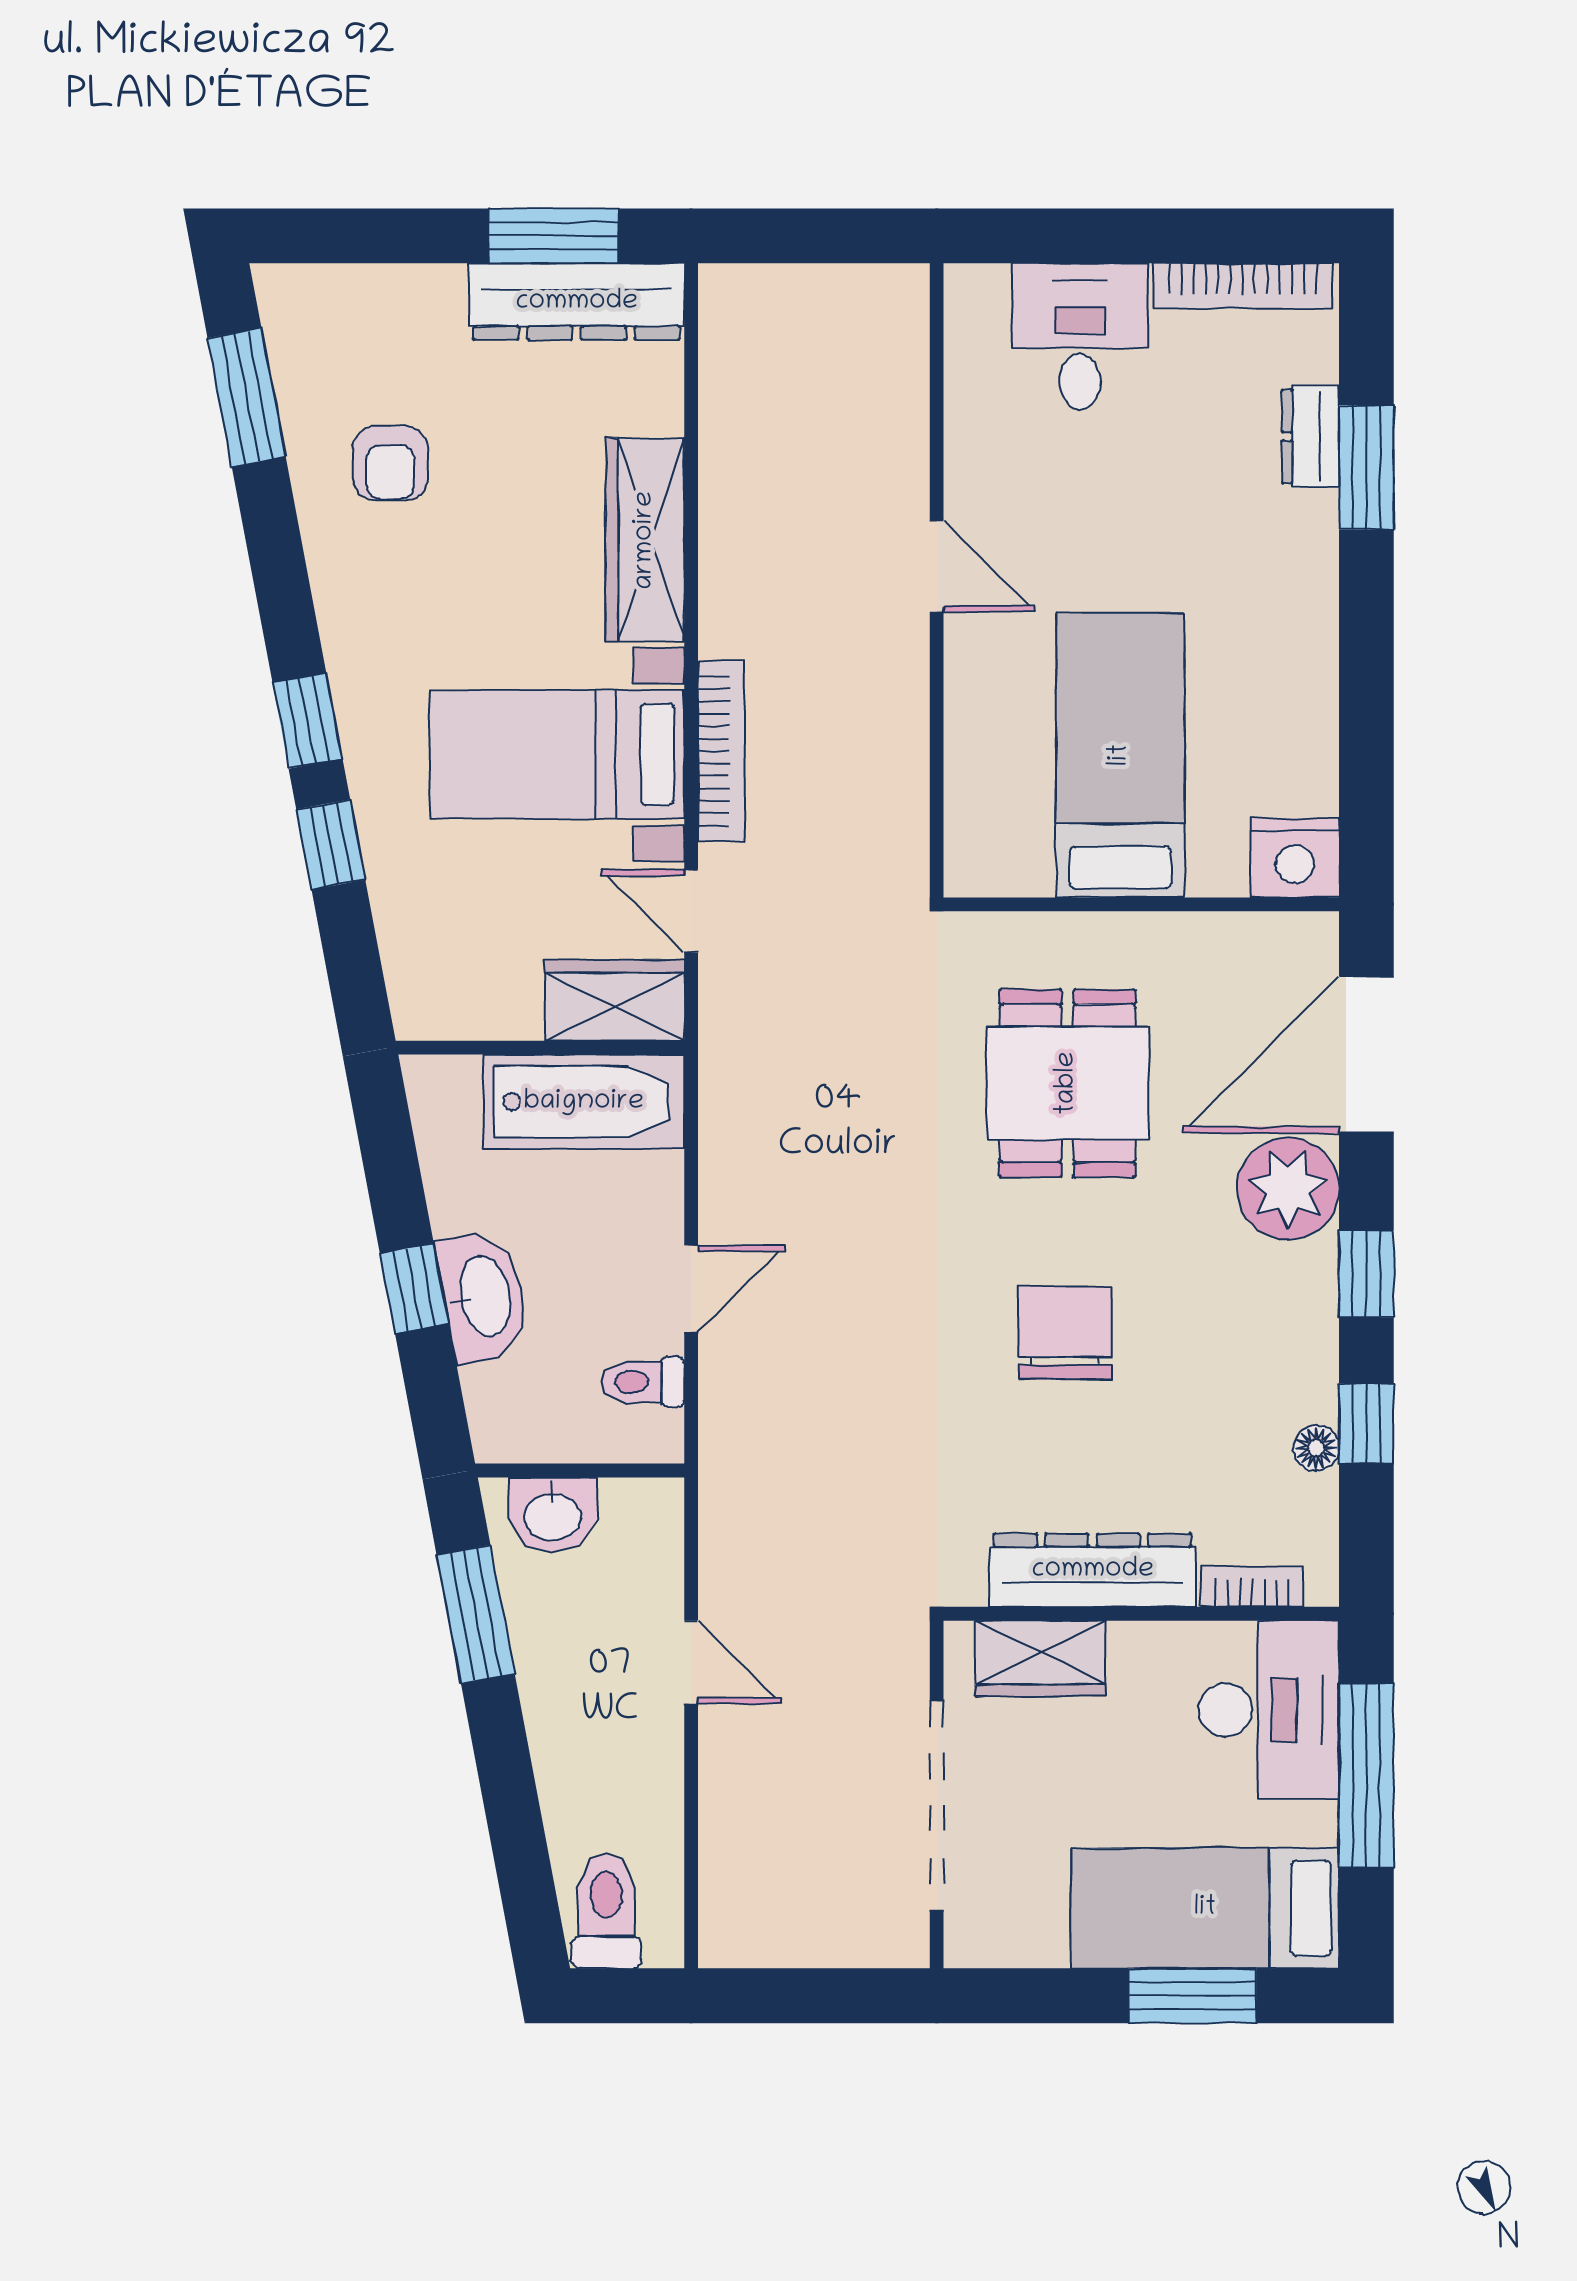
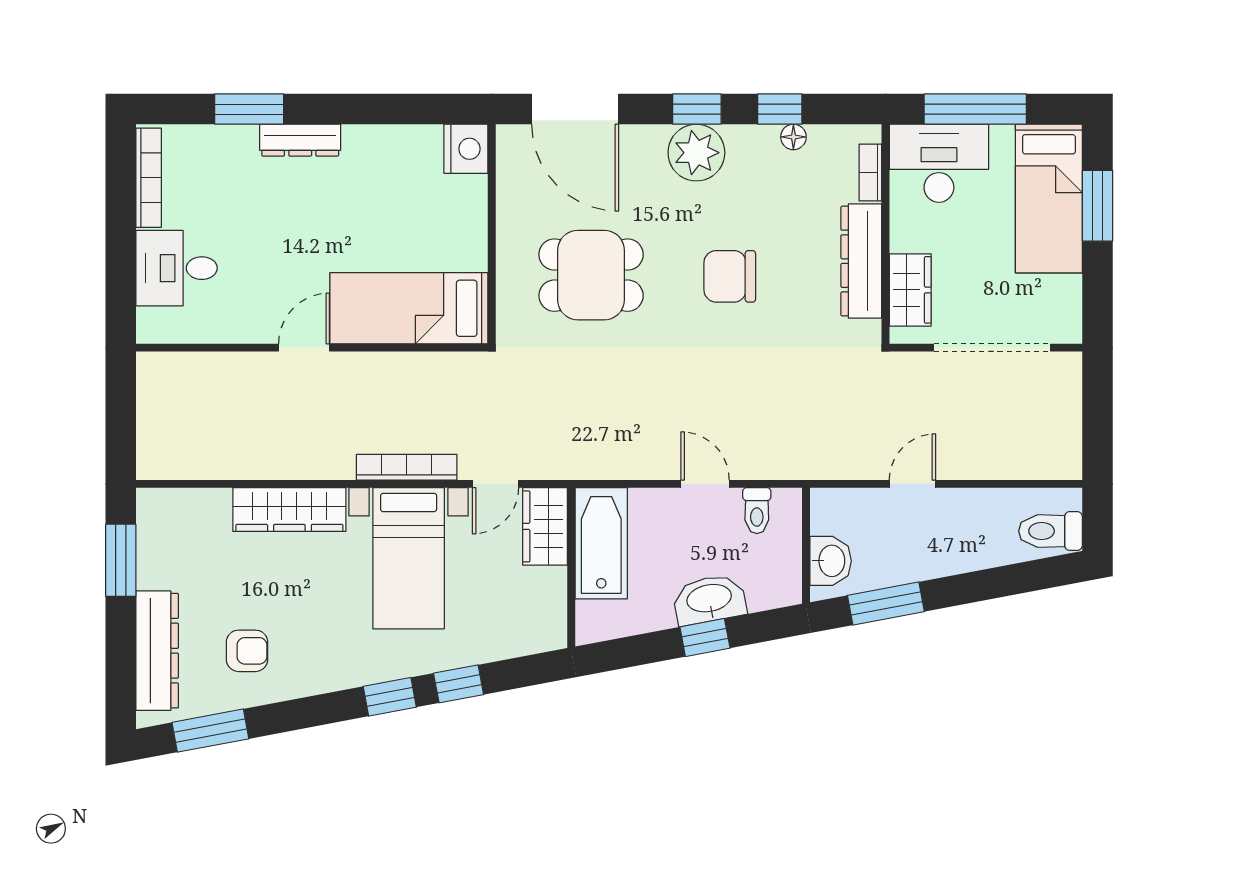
dresser: (577, 302) -> (157, 651), moved
dresser: (1310, 436) -> (300, 140), moved, width x1.44
bed: (1120, 755) -> (409, 308), moved
plant: (1288, 1189) -> (696, 153), moved

